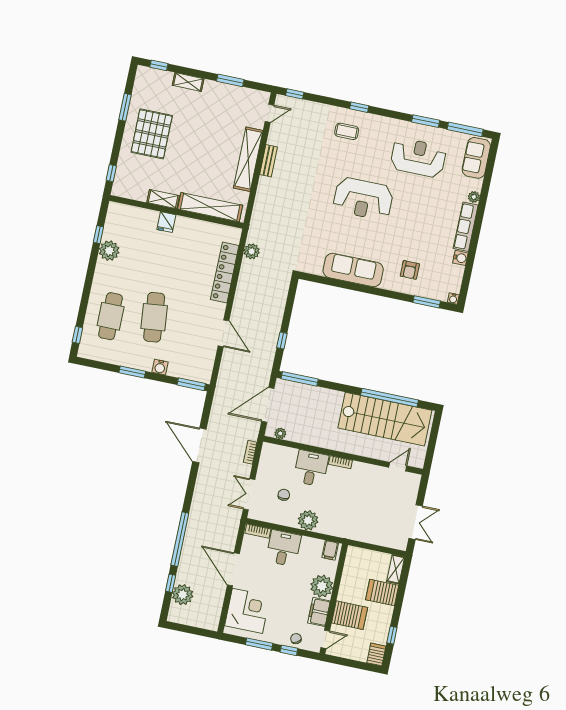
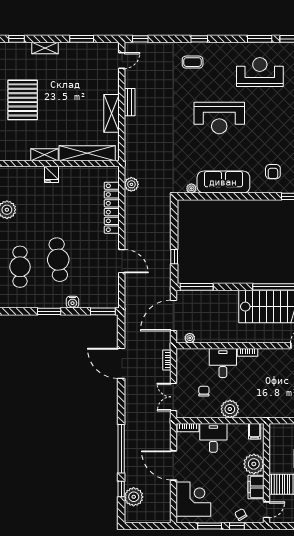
shelving: (248, 159) -> (112, 113), width x0.68
plant: (316, 270) -> (191, 188), added

